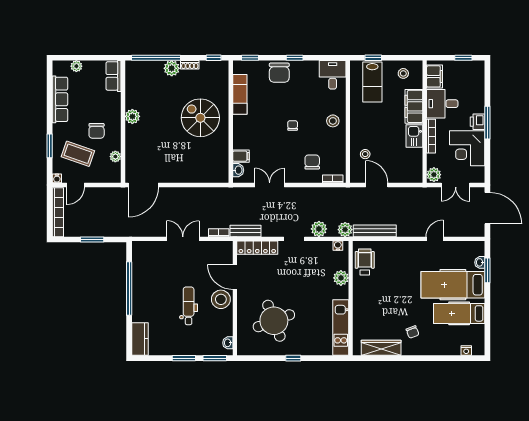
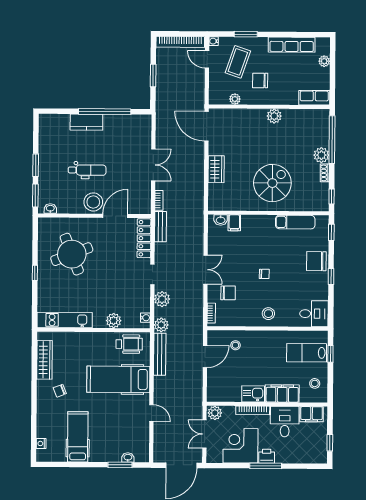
wardrobe: (187, 175) -> (216, 169), added
double door: (270, 185) -> (206, 270), moved
hospital bed: (453, 285) -> (118, 379), moved, turned -90
kitchen counter: (140, 339) -> (86, 122), moved

